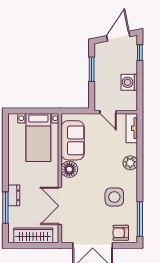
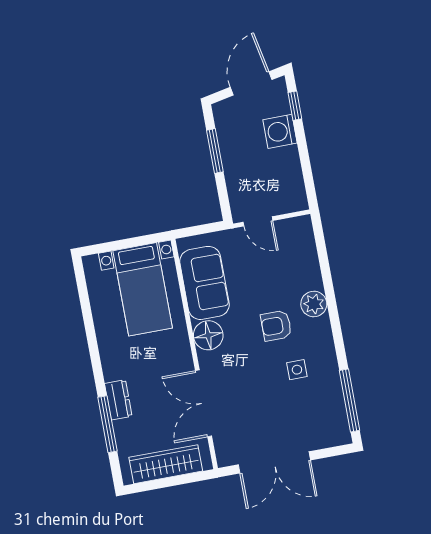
washing machine: (129, 82) -> (280, 131), moved
tv unit: (132, 128) -> (305, 242), removed
side table: (114, 197) -> (297, 370), width x0.54, depth x0.54
armchair: (121, 233) -> (276, 326), moved

